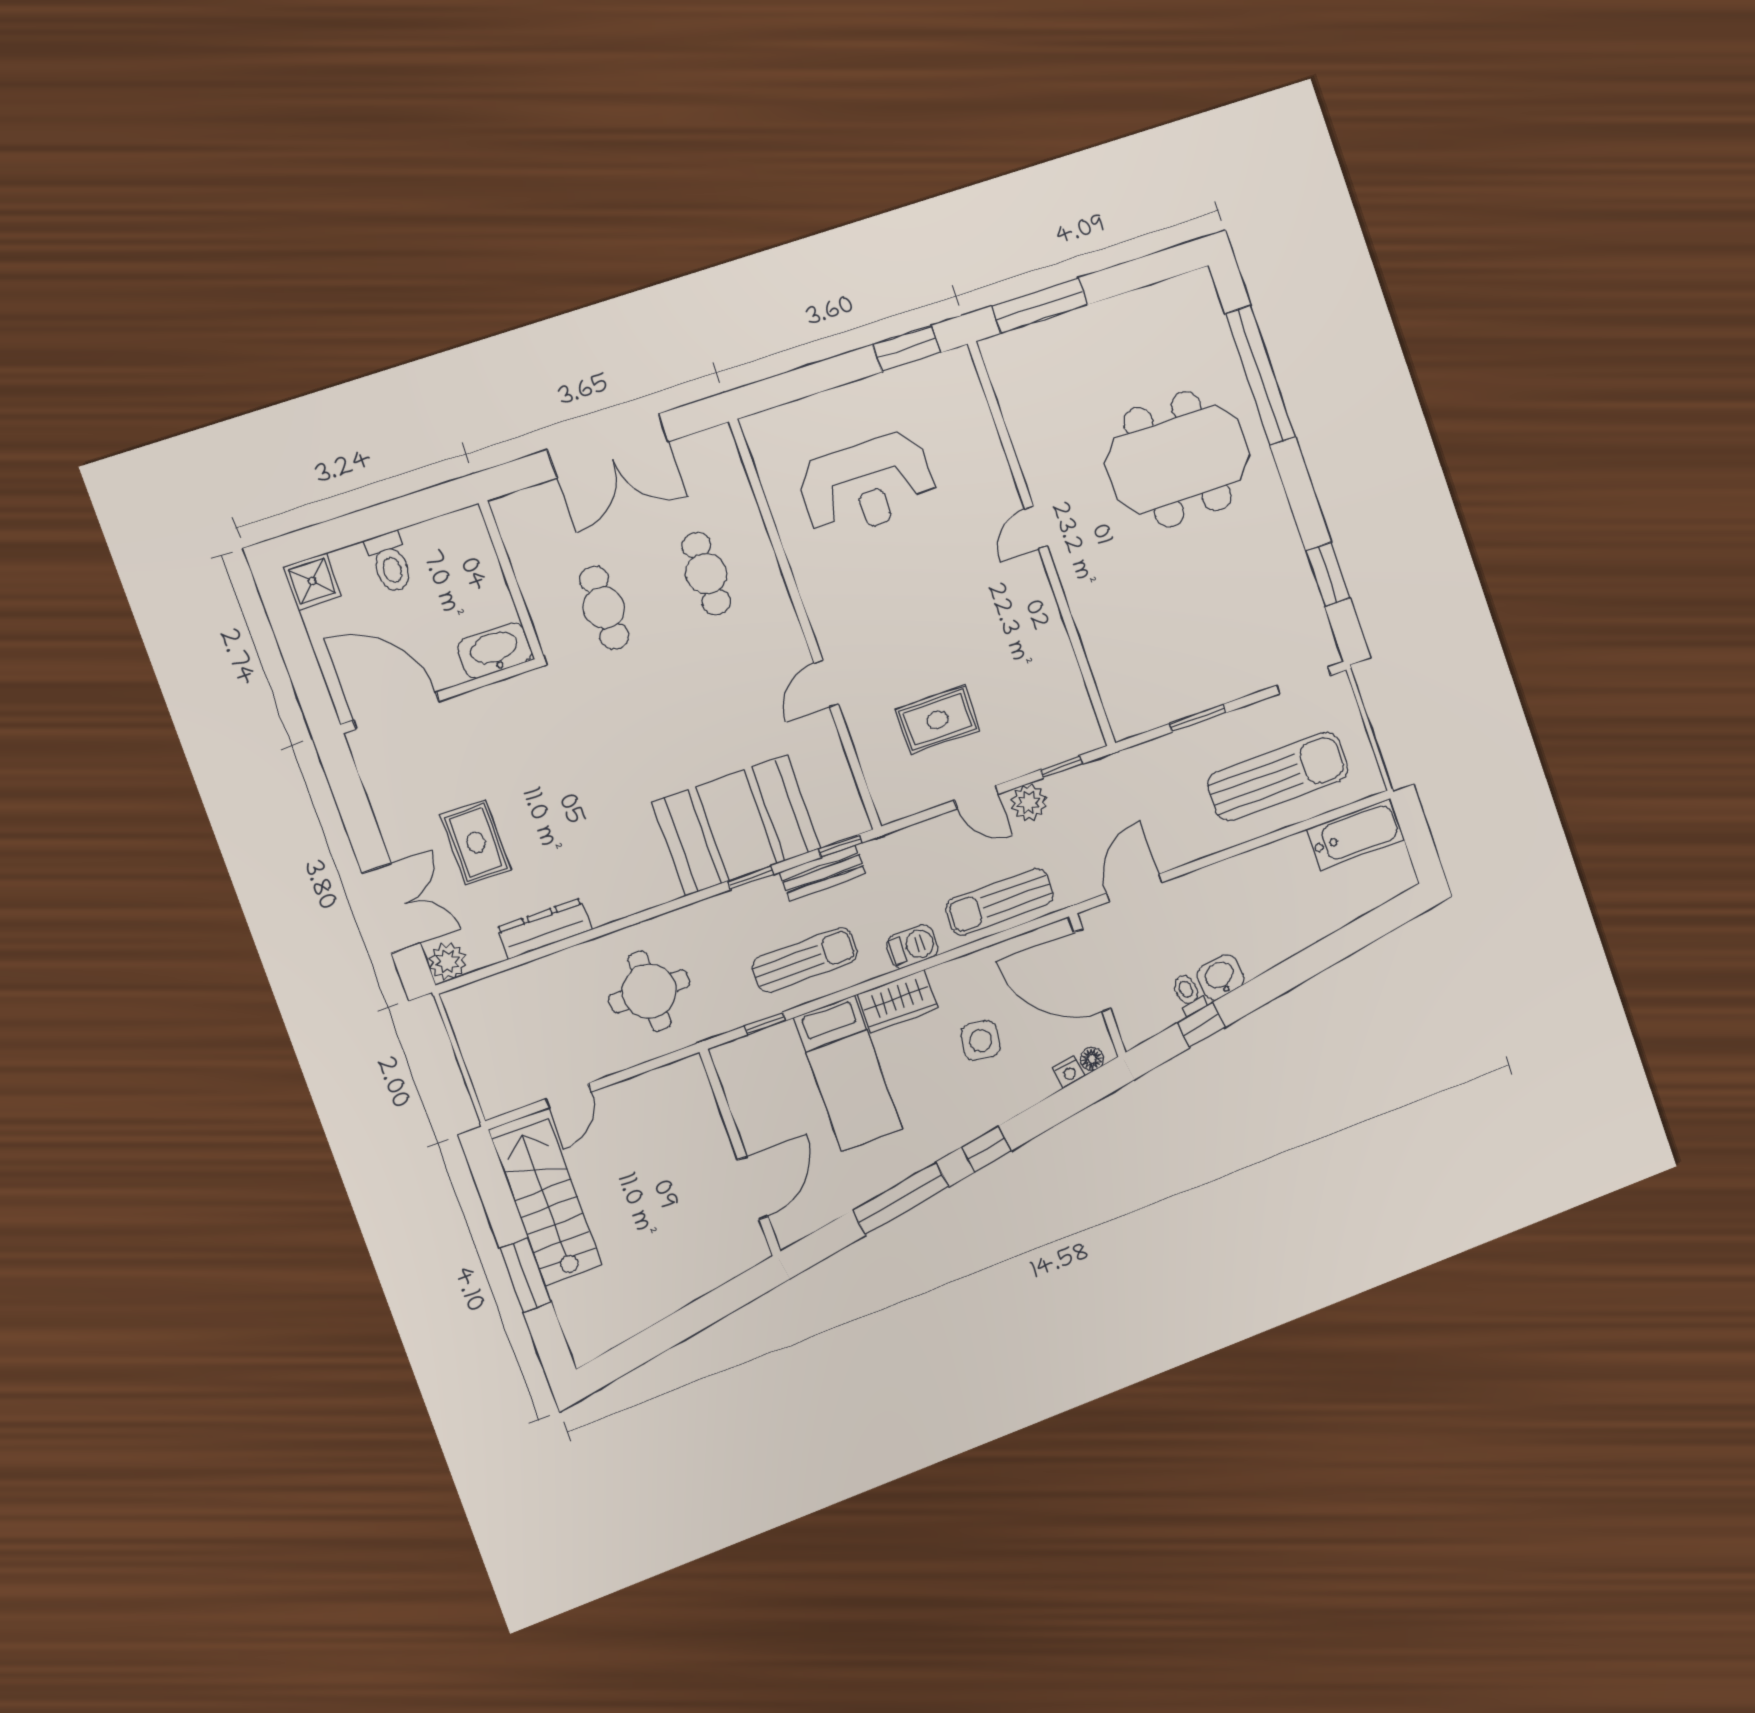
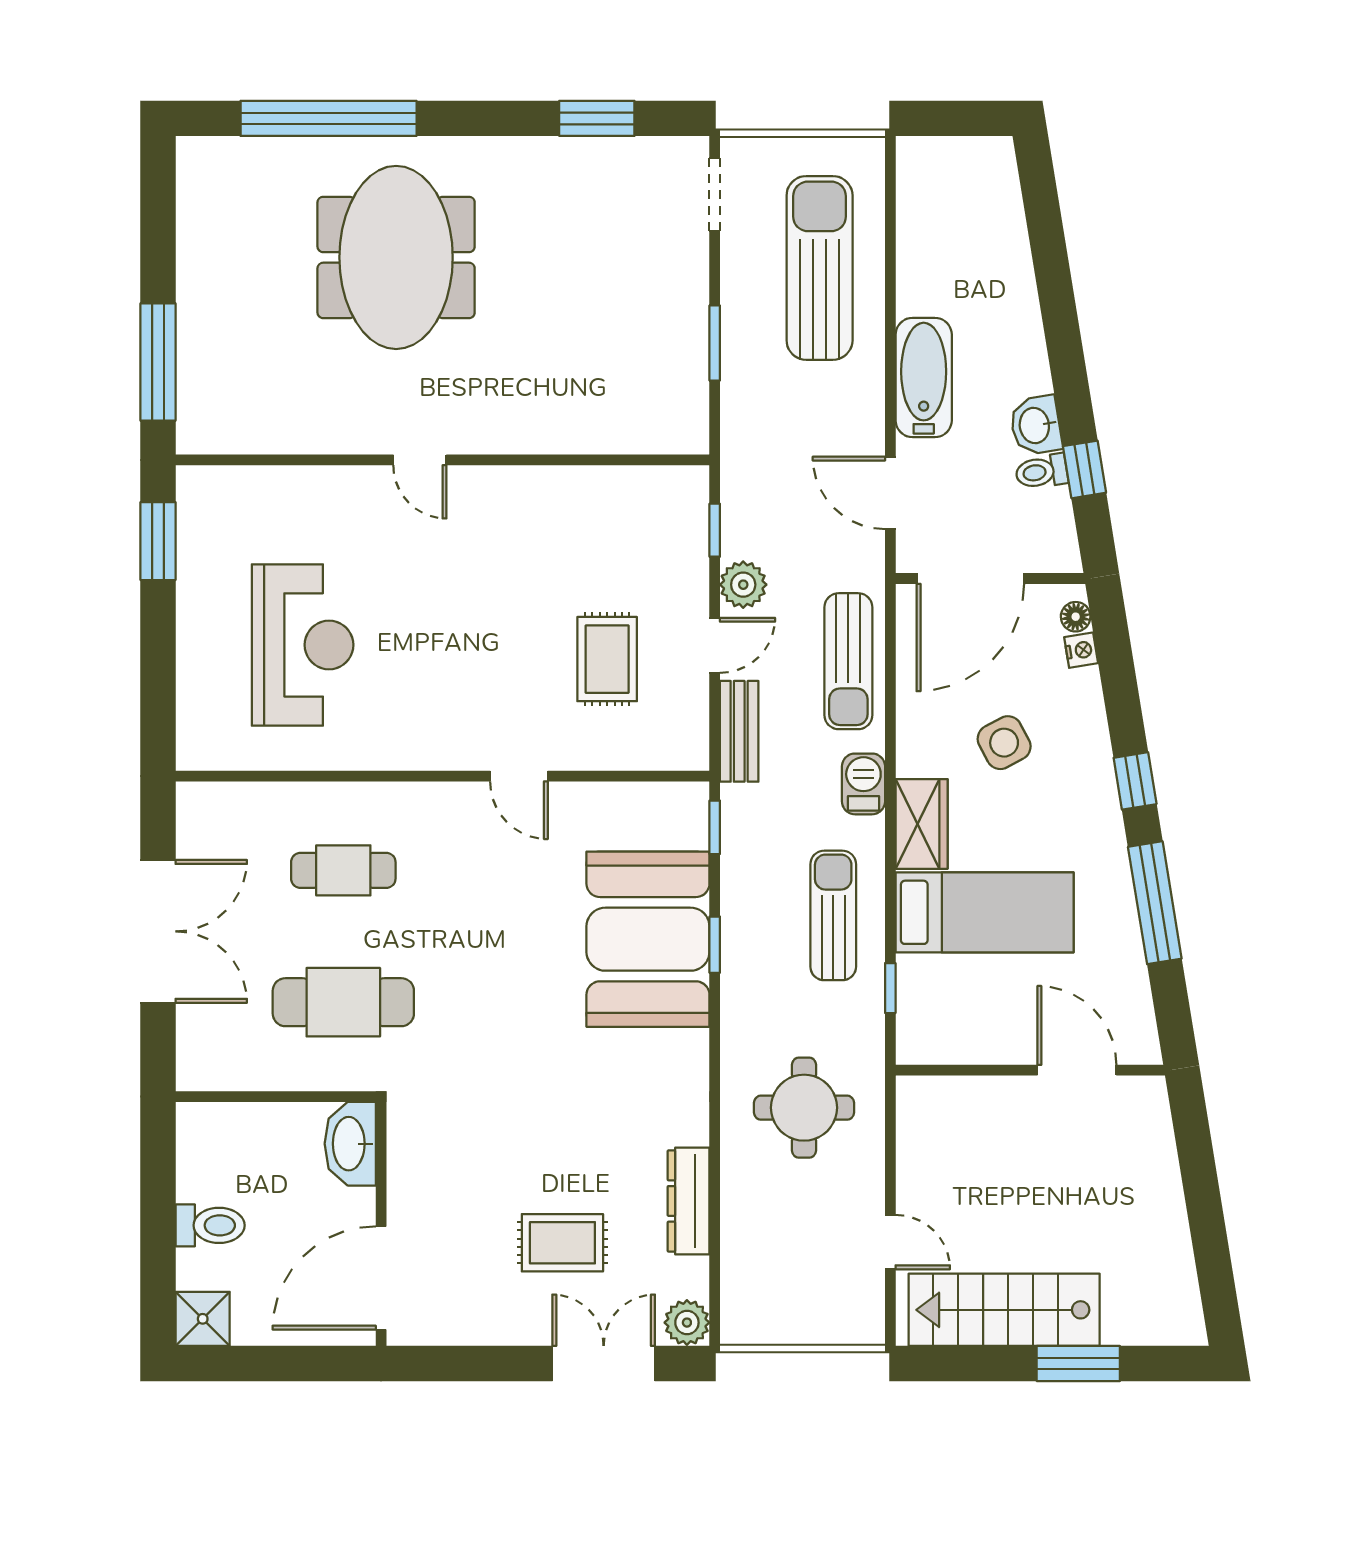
cafe table: (604, 608) -> (343, 1002), width x1.37, depth x1.35
bathtub: (1355, 834) -> (924, 378), moved
bench: (823, 873) -> (739, 731), moved
side table: (980, 1041) -> (1004, 743), turned -35

